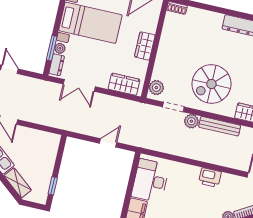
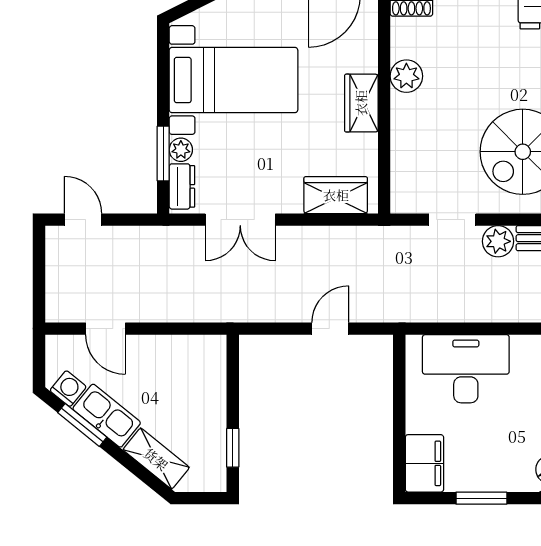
plant: (156, 88) -> (406, 76), moved
desk: (150, 181) -> (466, 369), moved, turned 90

